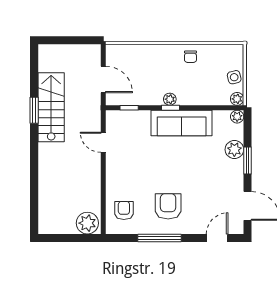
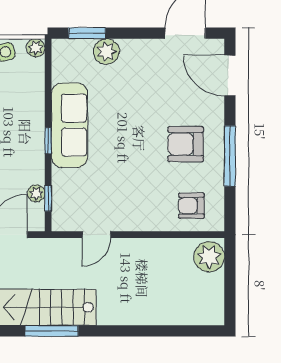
plant: (170, 99) -> (36, 193), moved
window: (34, 110) -> (52, 331), width x1.44
plant: (237, 117) -> (60, 48), removed
window: (248, 161) -> (87, 33), moved
door: (217, 238) -> (230, 76), width x1.37

